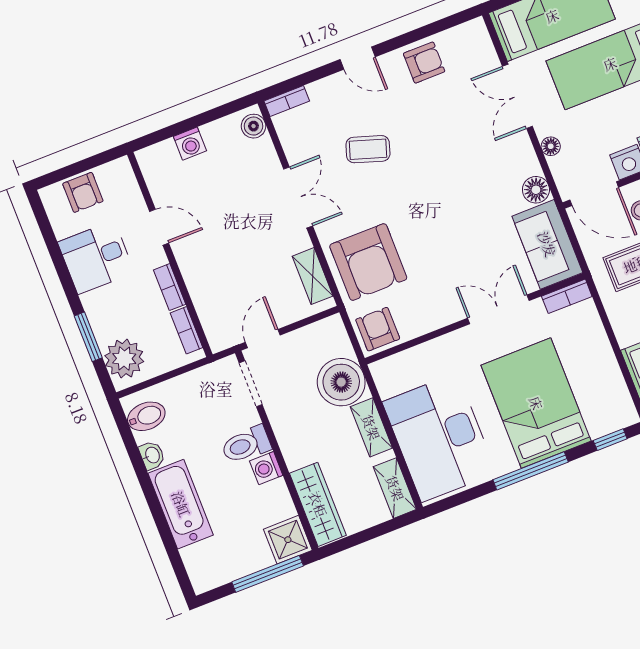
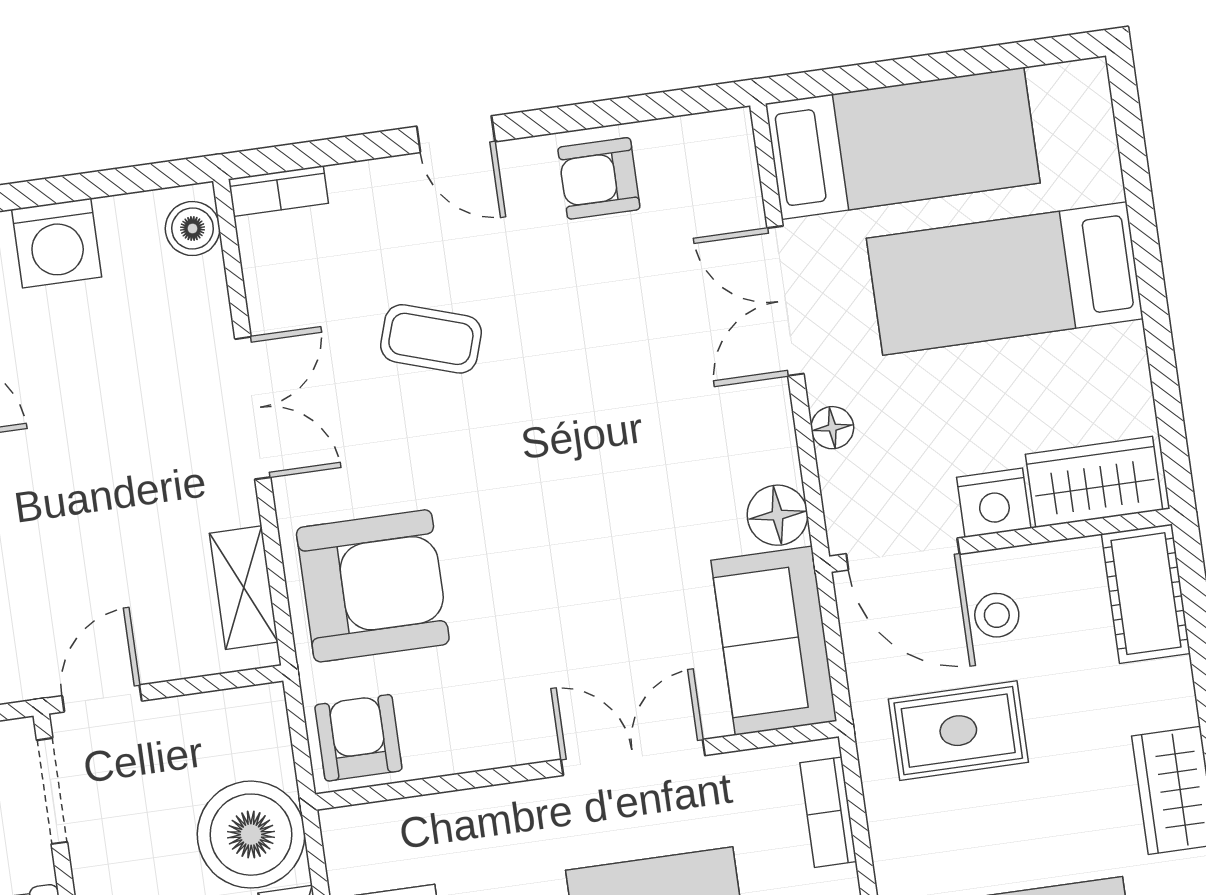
armchair: (424, 63) -> (599, 178), turned 180
washing machine: (190, 144) -> (57, 243), width x1.38, depth x1.38
armchair: (368, 262) -> (373, 586), turned -90
bookcase: (567, 296) -> (828, 812), moved, turned 90

